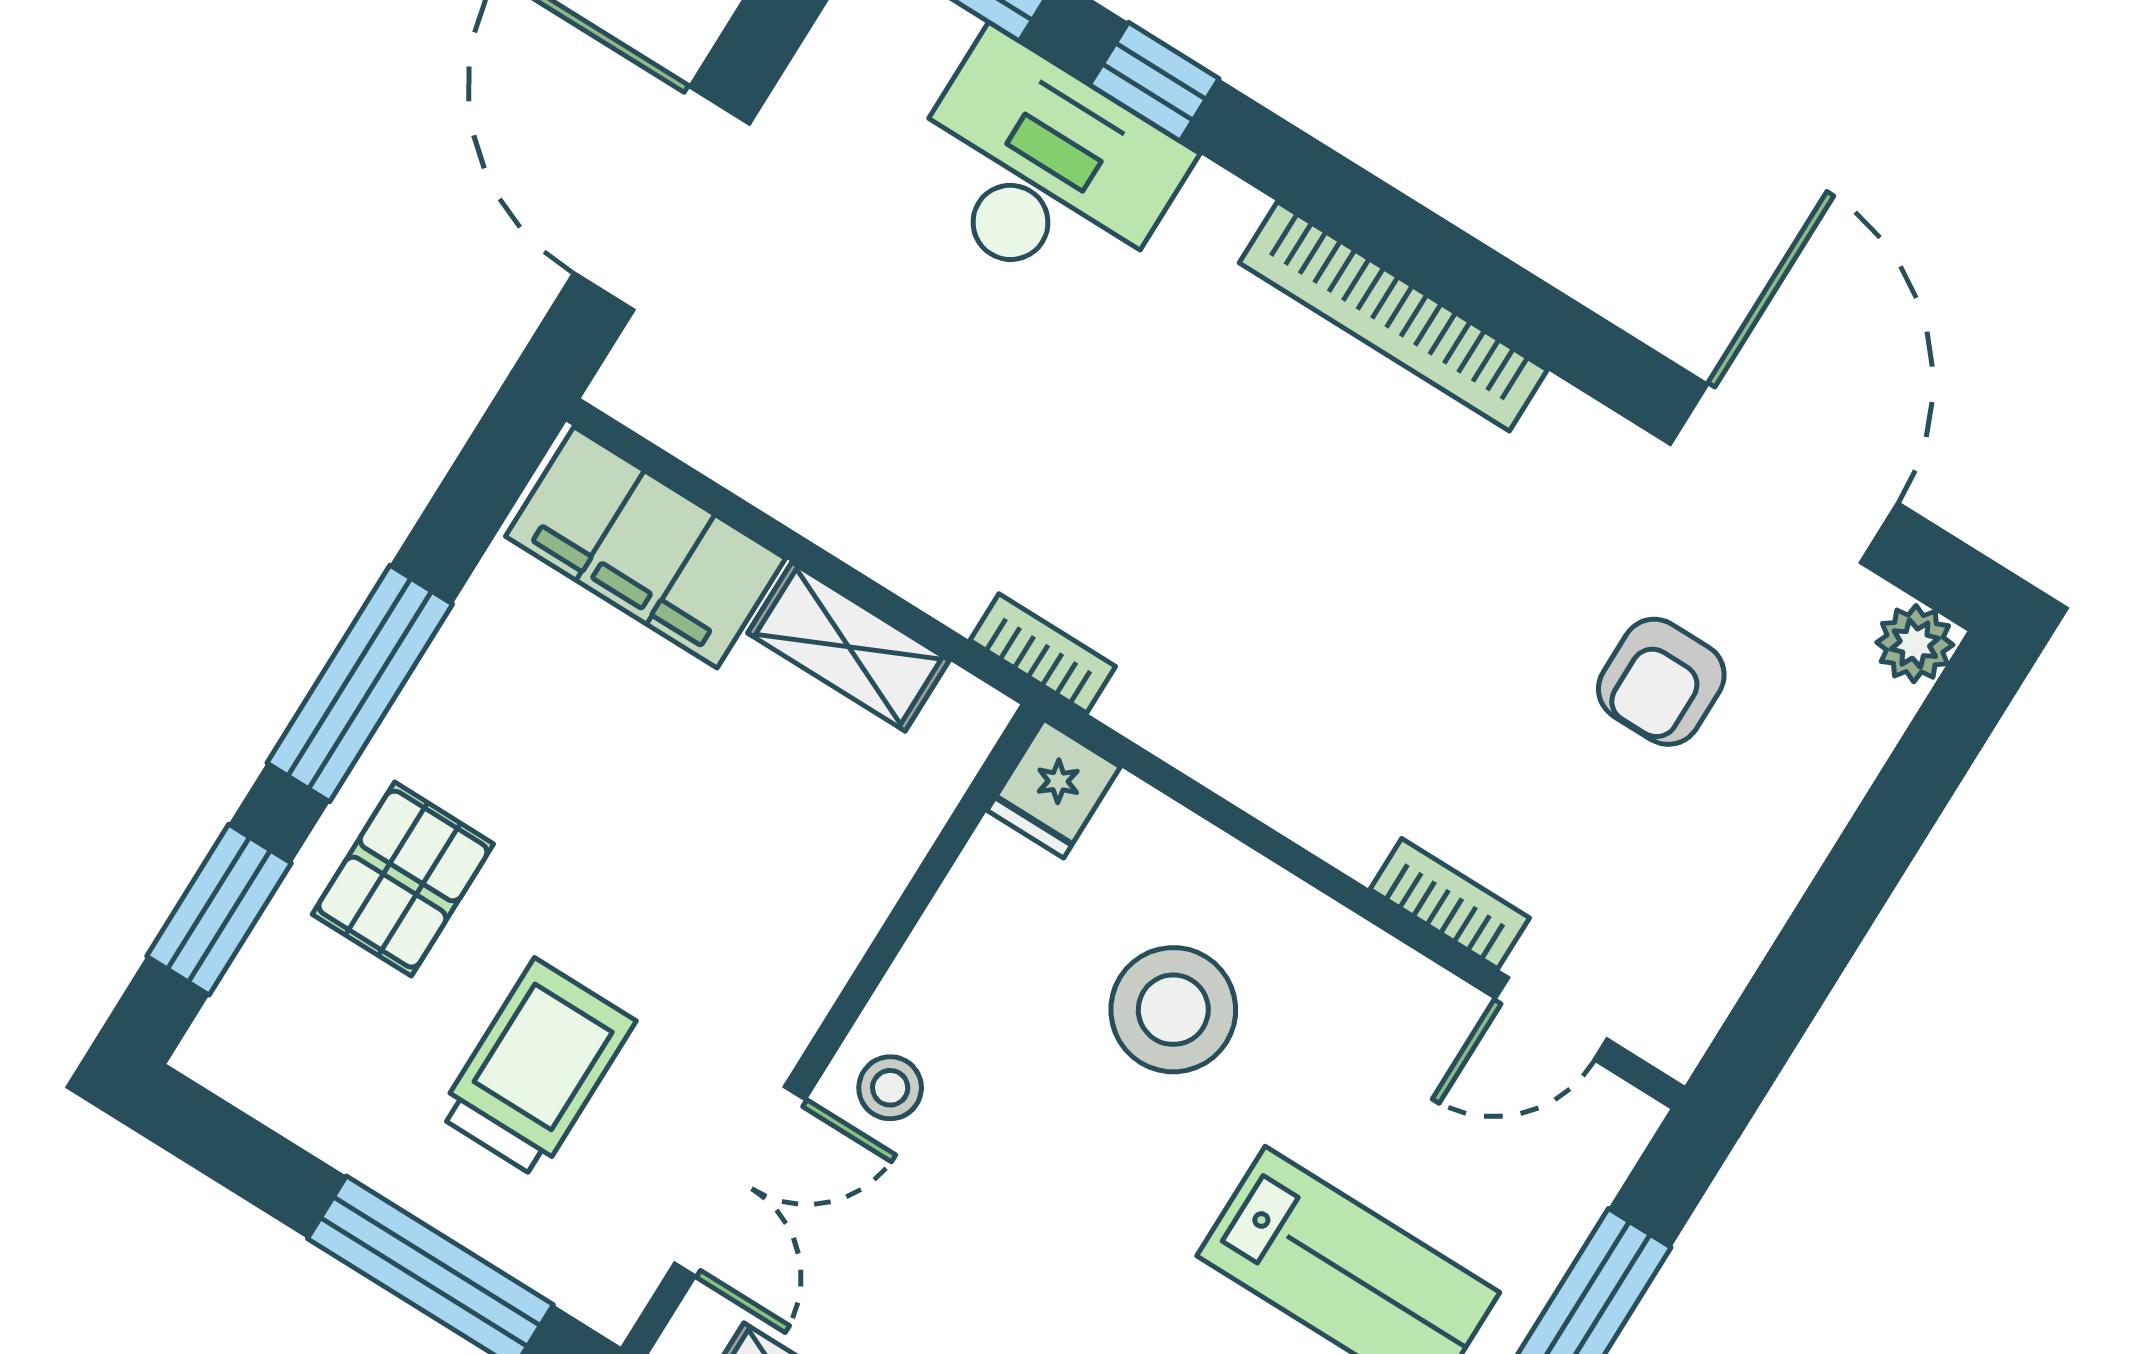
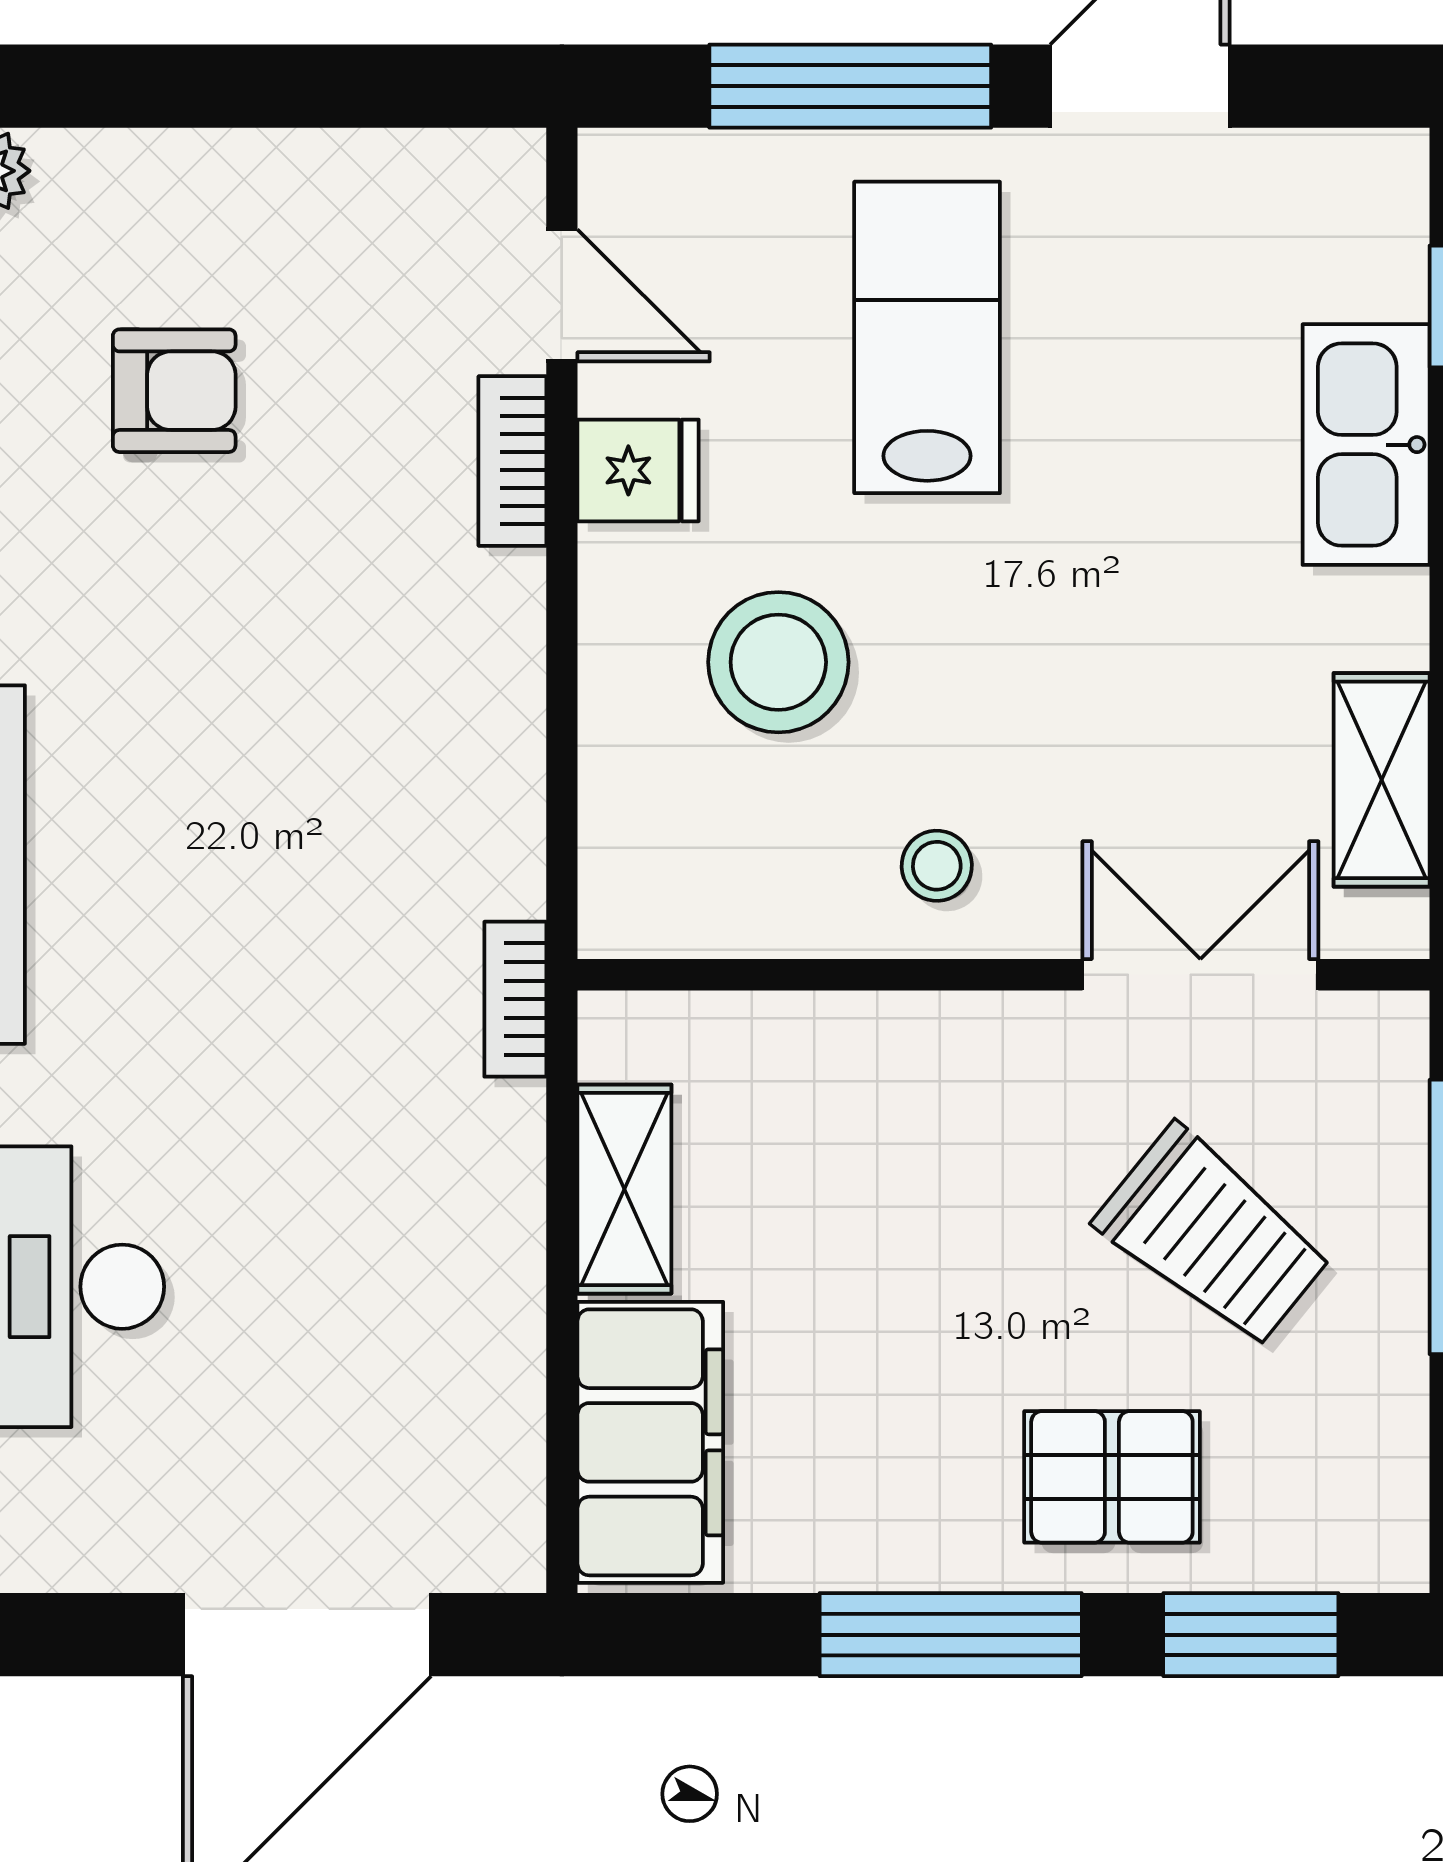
fridge: (1054, 789) -> (638, 470), moved
trolley: (536, 1068) -> (1213, 1237), turned -141
stool: (890, 1088) -> (937, 866), moved

